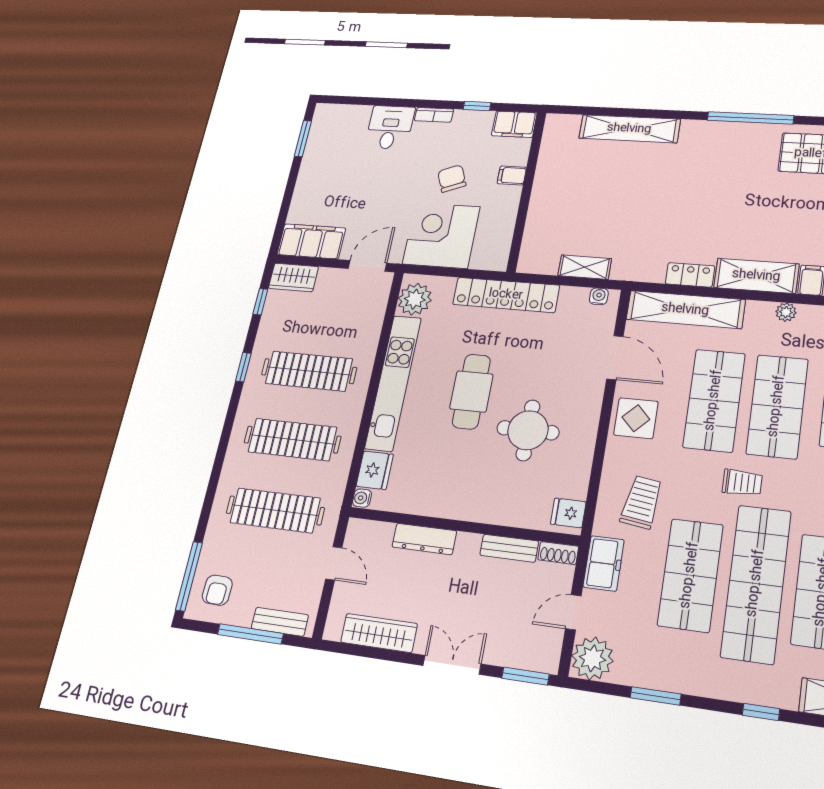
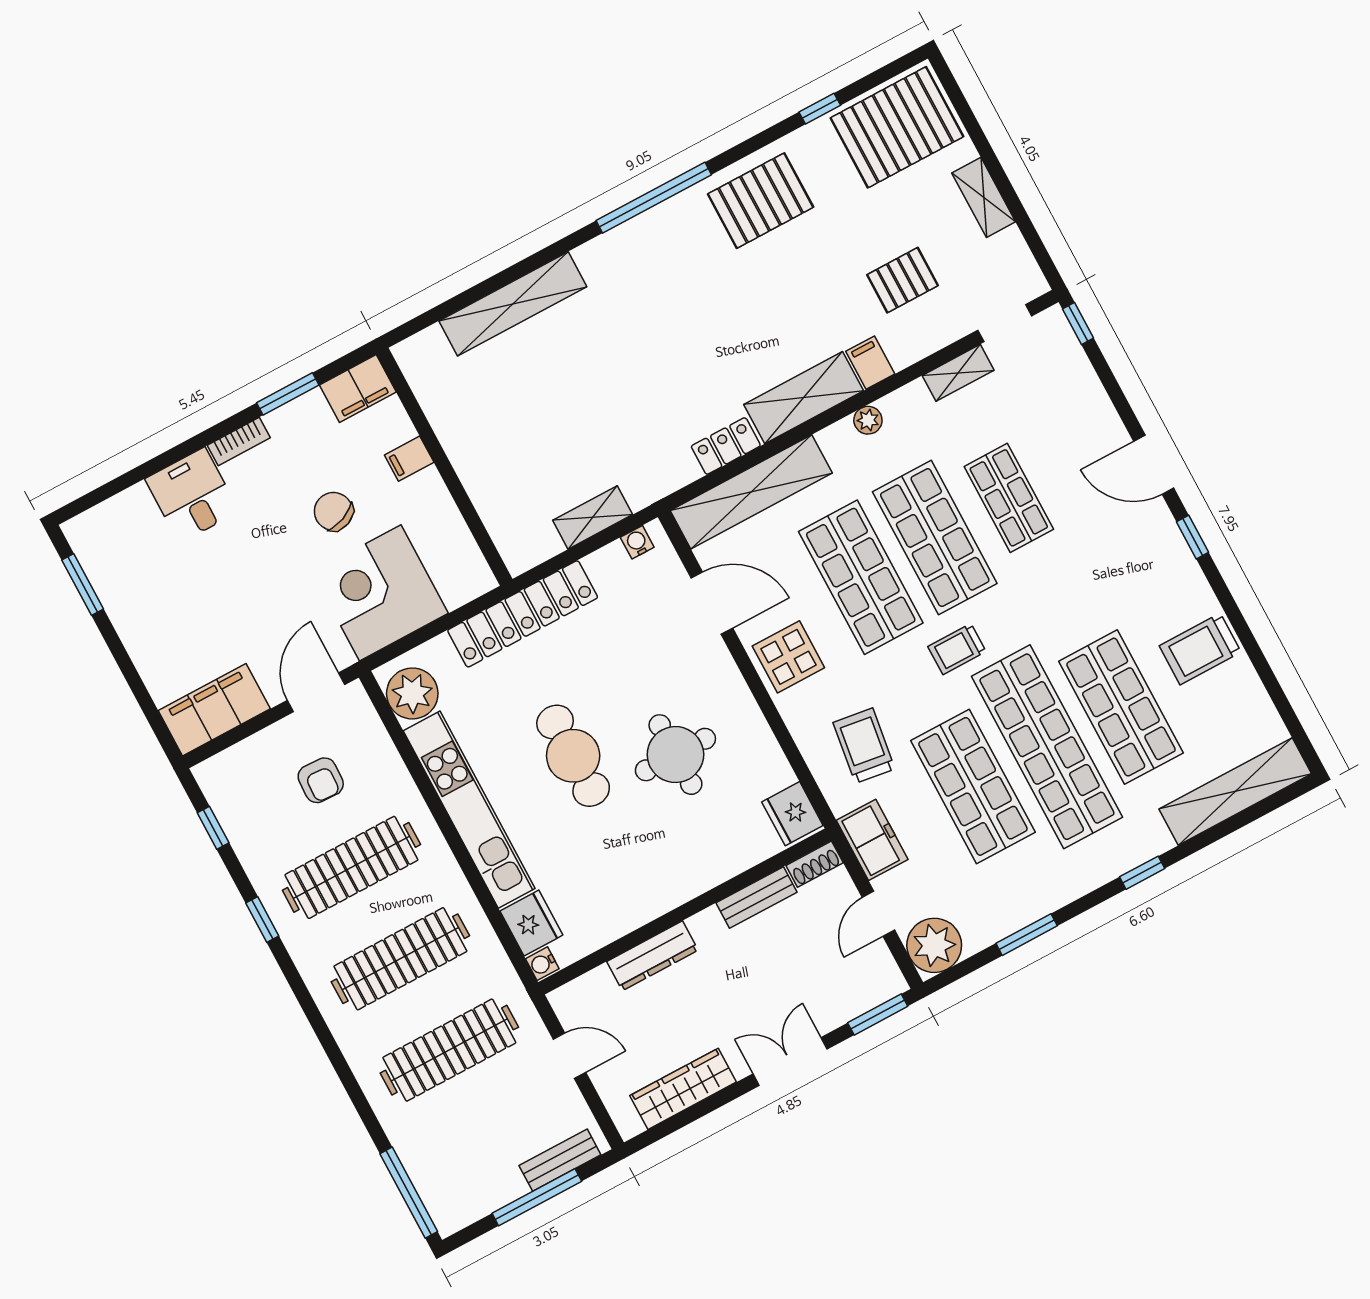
window: (477, 106) -> (288, 394), width x1.50
wardrobe: (293, 277) -> (230, 770), removed
trolley: (742, 483) -> (957, 649), turned 180
fridge: (568, 513) -> (792, 814), width x1.38
armchair: (217, 590) -> (321, 780), moved

